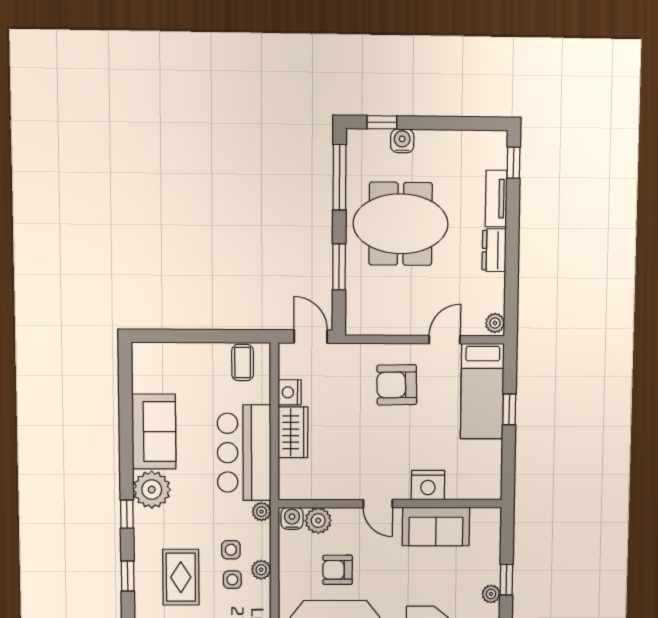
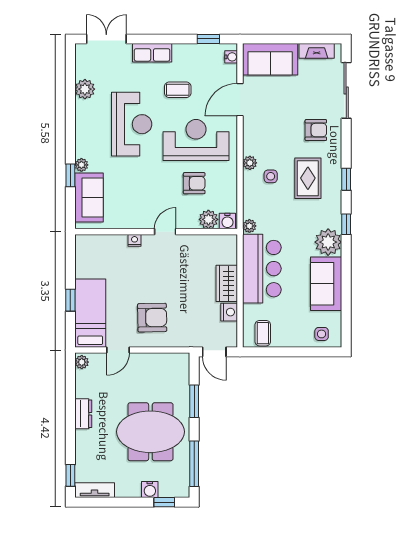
tv unit: (496, 199) -> (95, 490), moved, turned -90
nightstand: (428, 485) -> (135, 240), width x0.53, depth x0.56
door: (378, 504) -> (165, 232), hinge flipped
sofa: (436, 527) -> (89, 198), moved, turned 90
side table: (231, 550) -> (322, 334), moved
plant: (261, 570) -> (250, 163), moved

